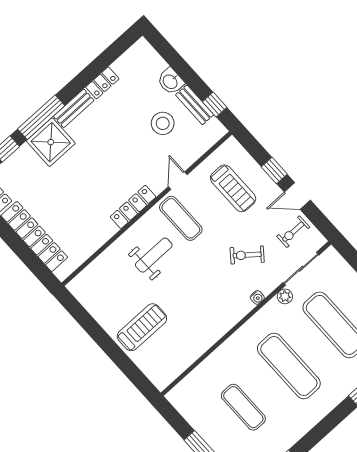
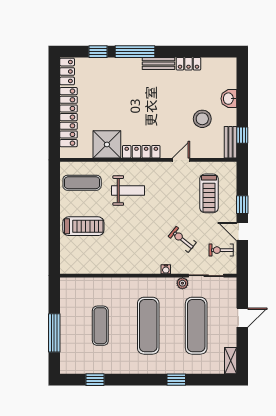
bench: (195, 105) -> (230, 142), moved
shower: (51, 142) -> (107, 144), moved
exercise mat: (181, 218) -> (82, 183), moved, turned 90

